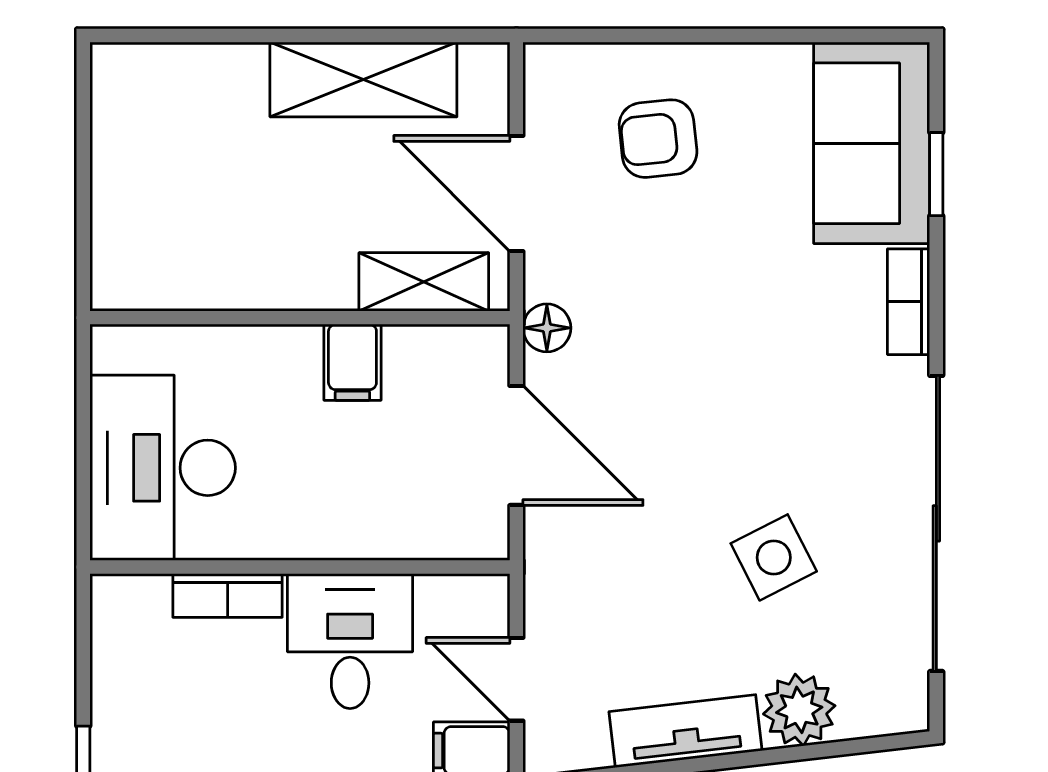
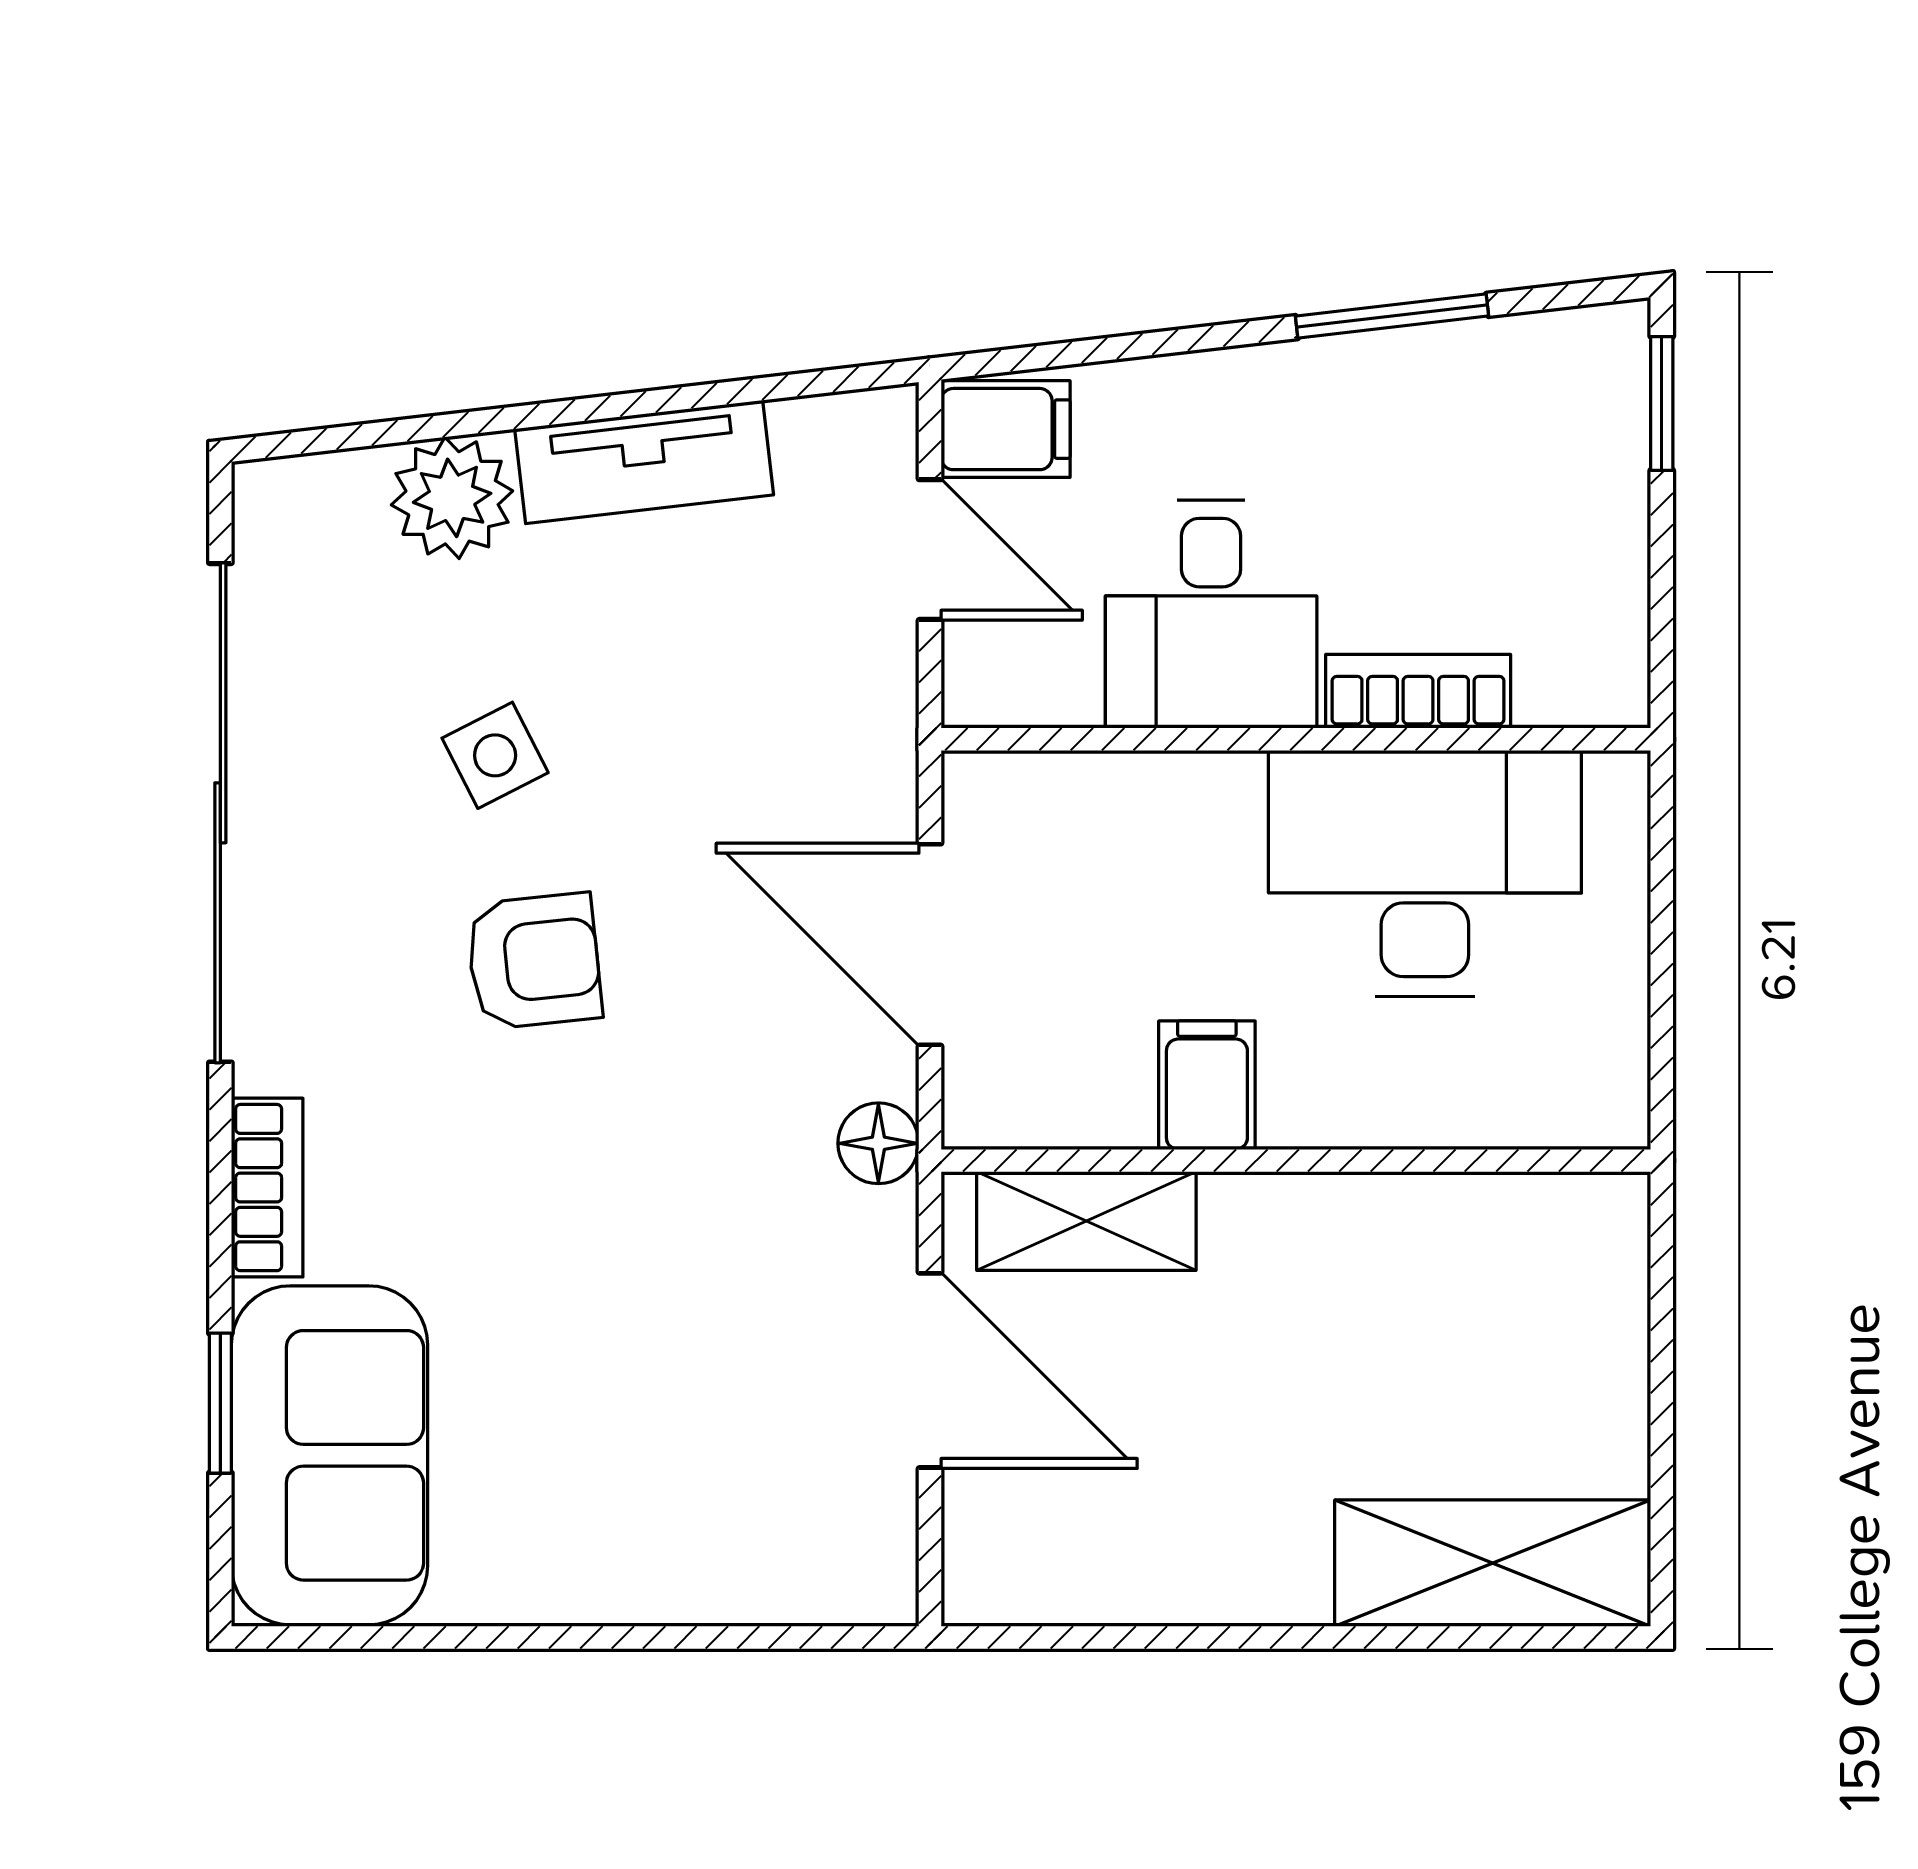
shelving: (363, 79) -> (1493, 1563), moved
armchair: (658, 139) -> (534, 961), moved
desk: (163, 468) -> (1425, 873), moved, turned -90
side table: (774, 557) -> (495, 755), width x0.73, depth x0.73

